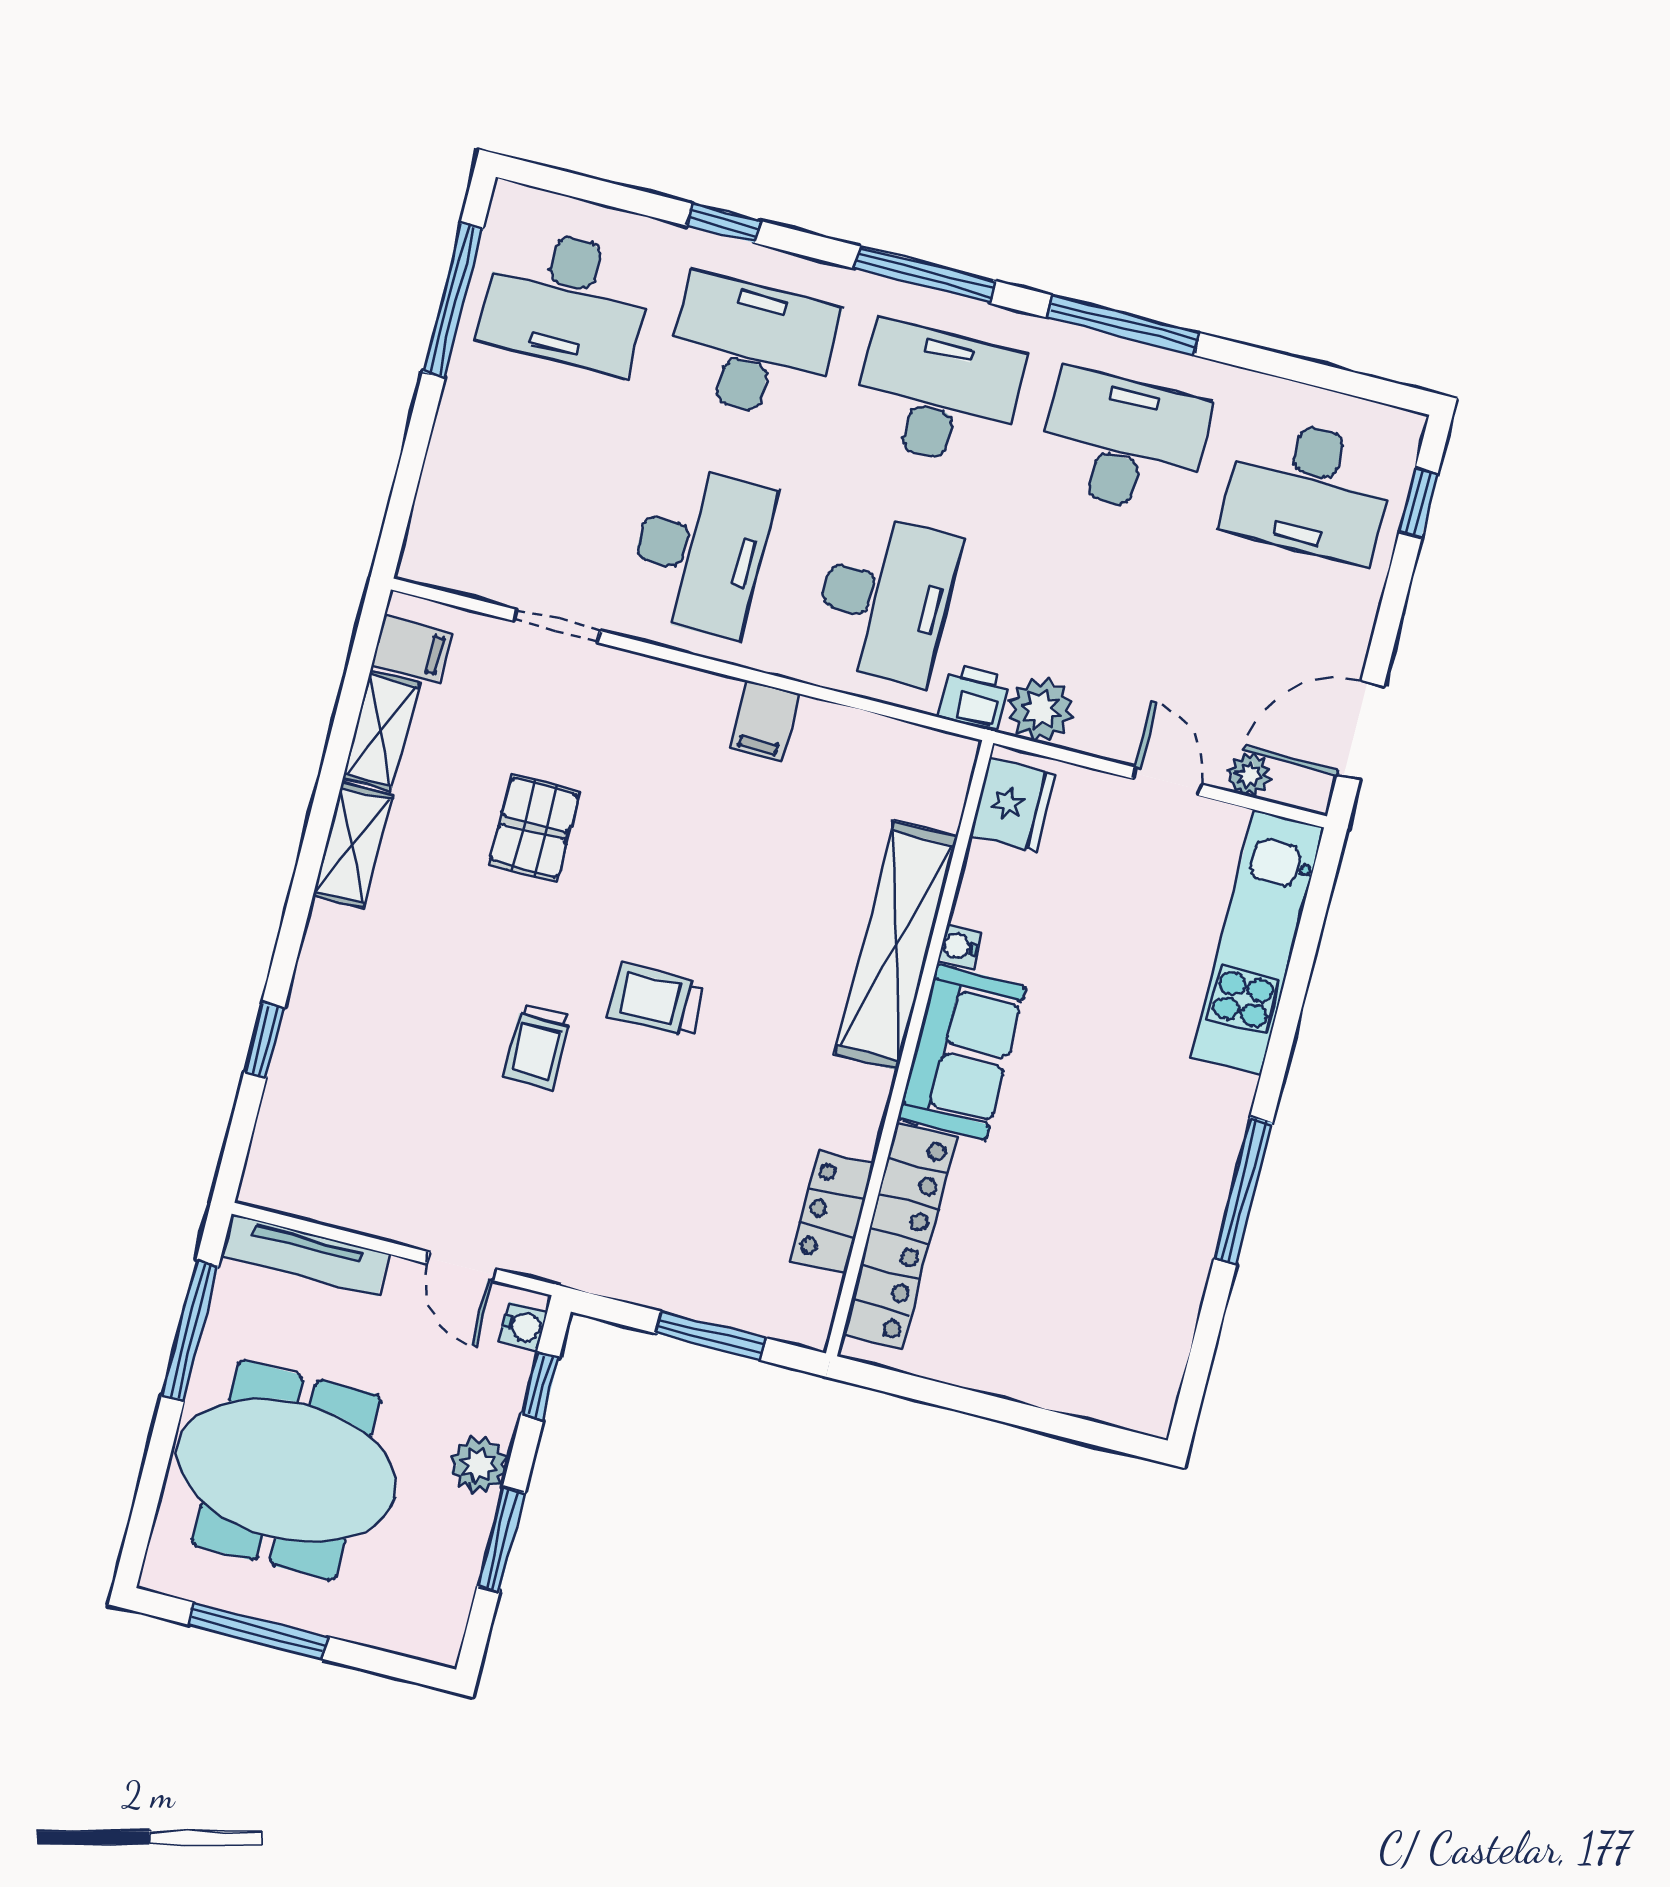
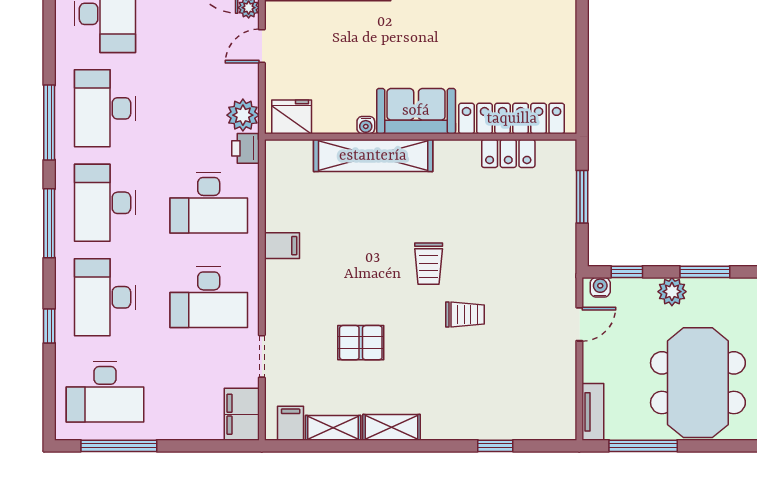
desk: (566, 300) -> (105, 392), turned 90
desk: (700, 551) -> (209, 297), turned 180
filing cabinet: (453, 557) -> (242, 414), added
desk: (885, 599) -> (209, 203), turned 180
tv unit: (305, 1255) -> (593, 412), width x0.71

